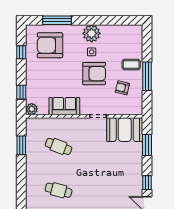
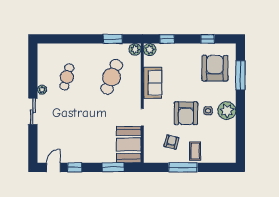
plant: (32, 123) -> (135, 49), added
cafe table: (59, 146) -> (112, 77), width x1.37, depth x1.35

